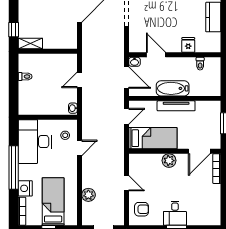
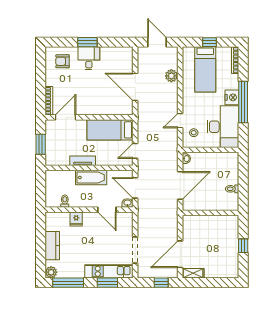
window: (14, 30) -> (243, 246), moved
shelving: (30, 44) -> (227, 220), removed
door: (79, 80) -> (180, 186), width x1.88
tv unit: (176, 106) -> (83, 161), width x0.71
plant: (169, 161) -> (95, 109), removed
door: (127, 183) -> (135, 87), width x1.88
nightstand: (25, 188) -> (232, 97), moved
armchair: (141, 209) -> (63, 61), moved

